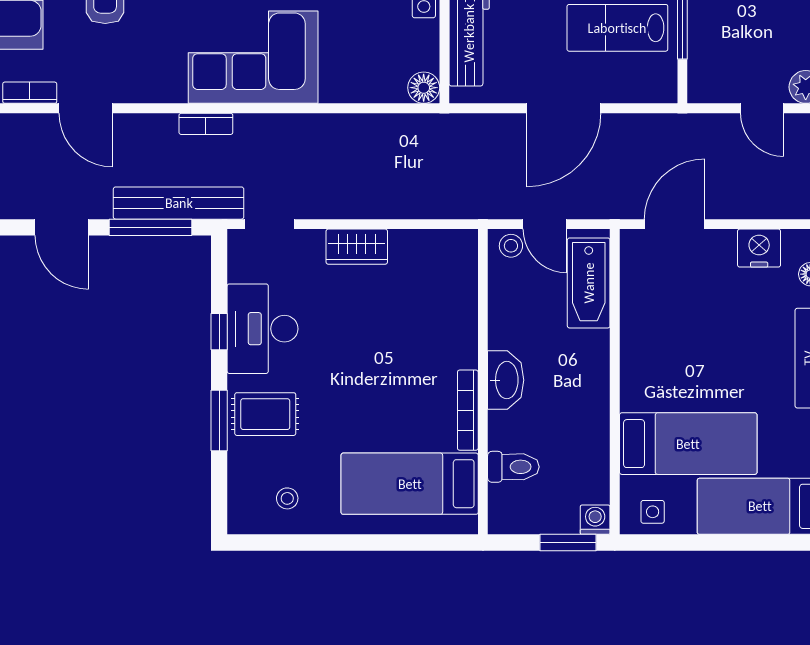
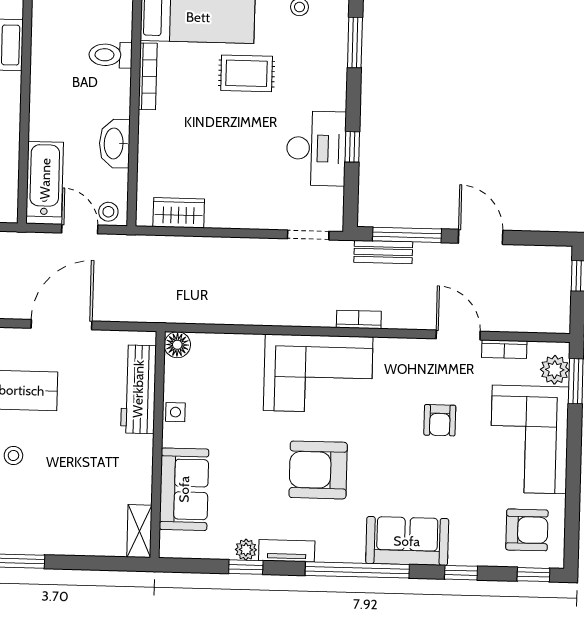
bench: (179, 203) -> (383, 252), width x0.54, depth x0.82
wardrobe: (357, 247) -> (179, 213), moved
washbasin: (506, 380) -> (115, 143), moved
rug: (265, 414) -> (247, 73), moved
window: (219, 420) -> (355, 42), moved
toilet: (513, 467) -> (110, 55), moved

